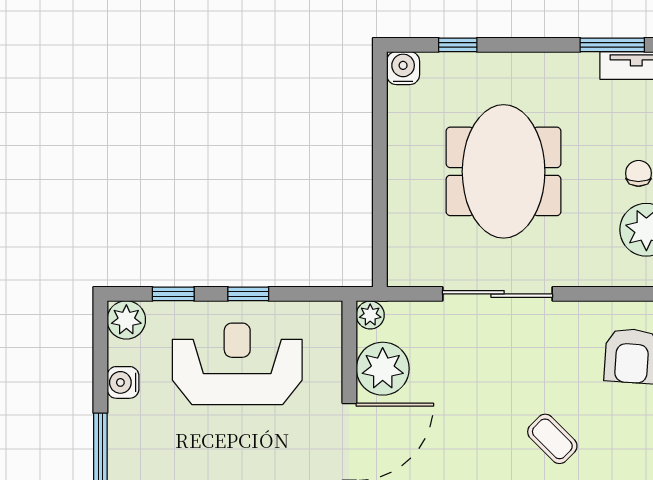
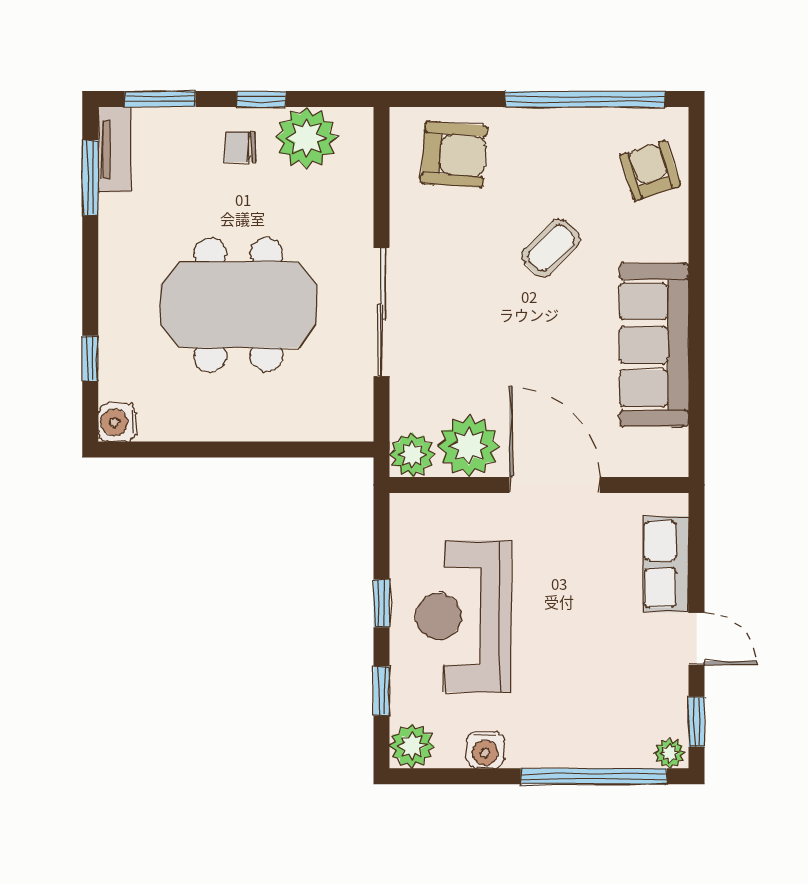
plant: (370, 315) -> (412, 455), width x1.38, depth x1.38

